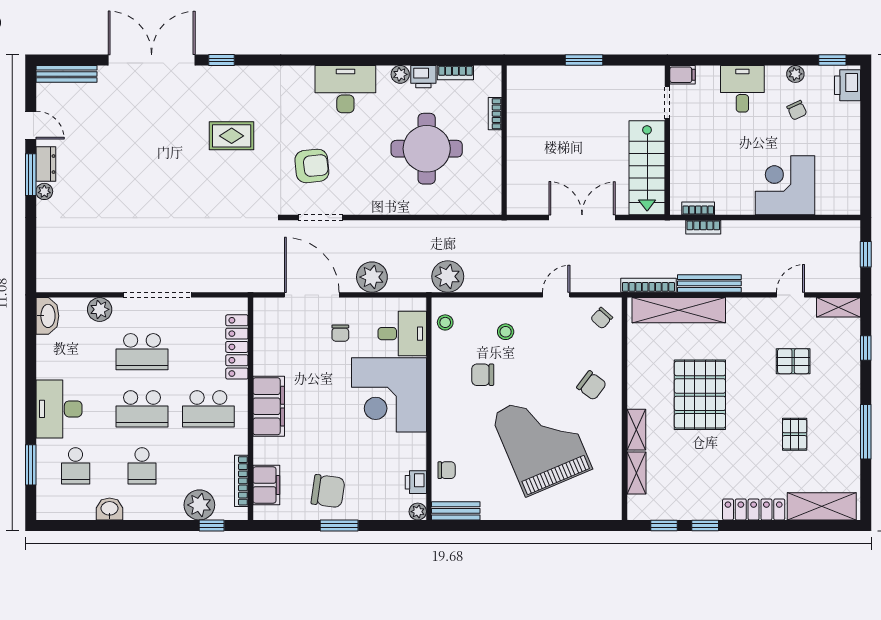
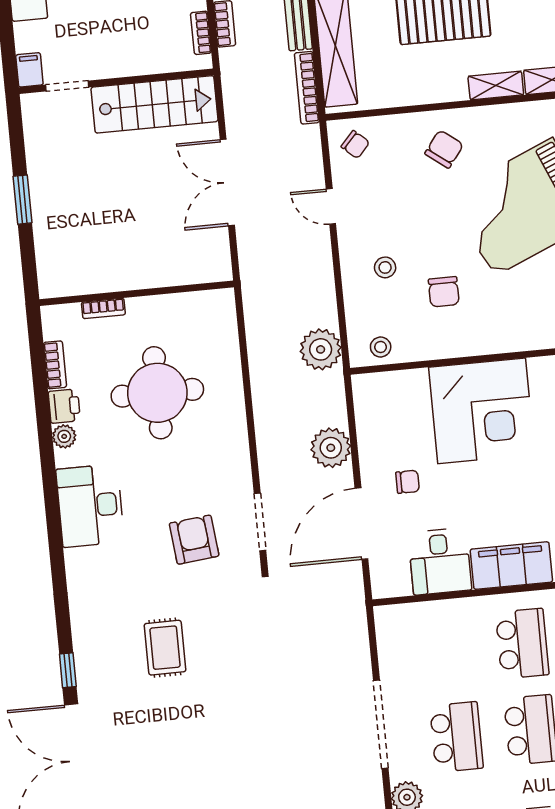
desk: (402, 334) -> (440, 561), moved, turned 180
locker: (237, 347) -> (438, 614), removed

